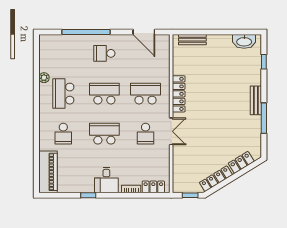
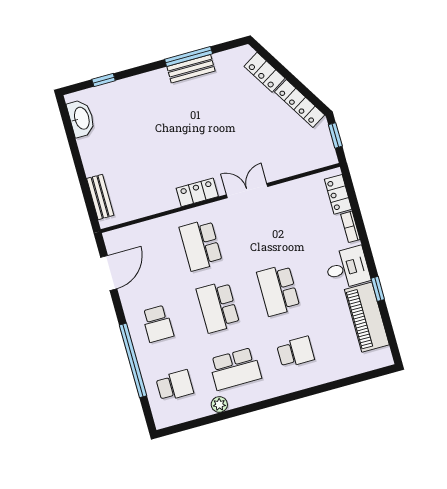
locker: (179, 94) -> (197, 192), width x0.66
bench: (256, 100) -> (191, 69), moved
school desk: (146, 134) -> (175, 386), moved
piano: (48, 172) -> (367, 317), moved, turned -90

